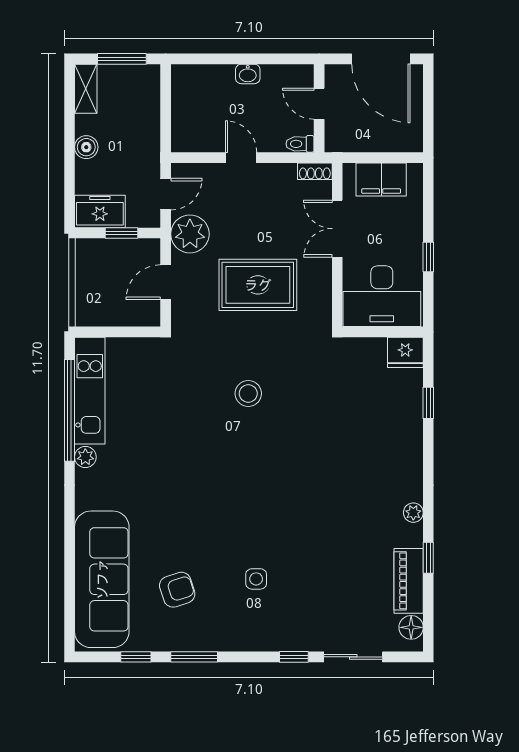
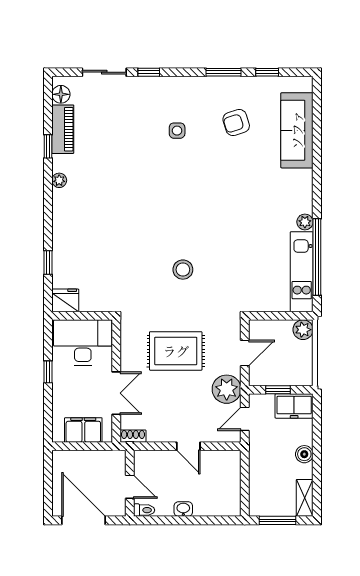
toilet: (300, 144) -> (144, 510), moved
plant: (88, 313) -> (303, 330), added
sofa: (102, 579) -> (297, 130), width x0.74, depth x0.79

